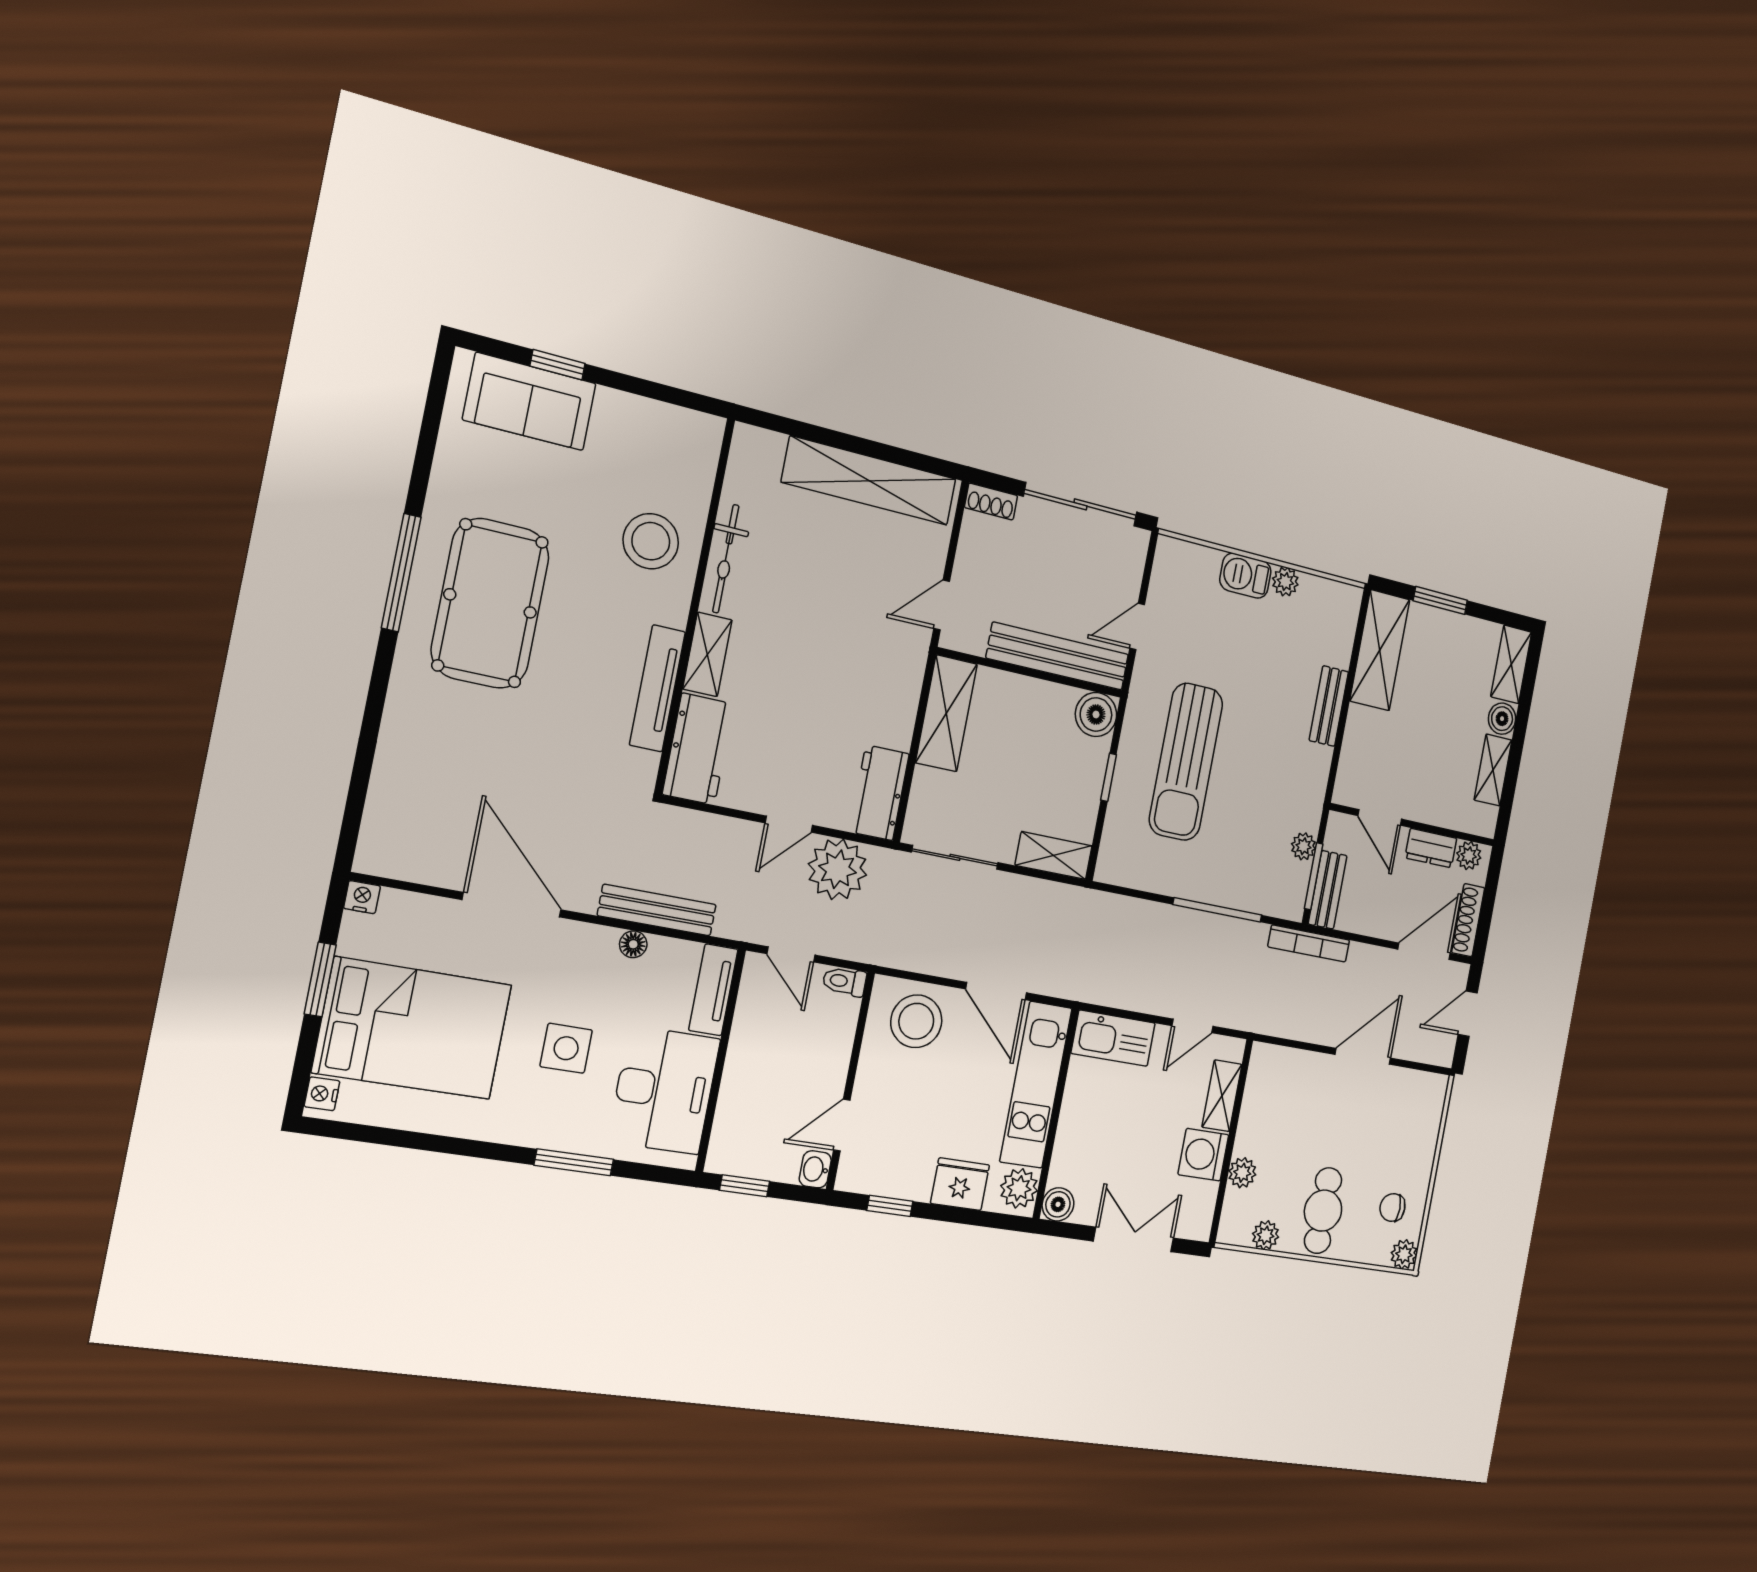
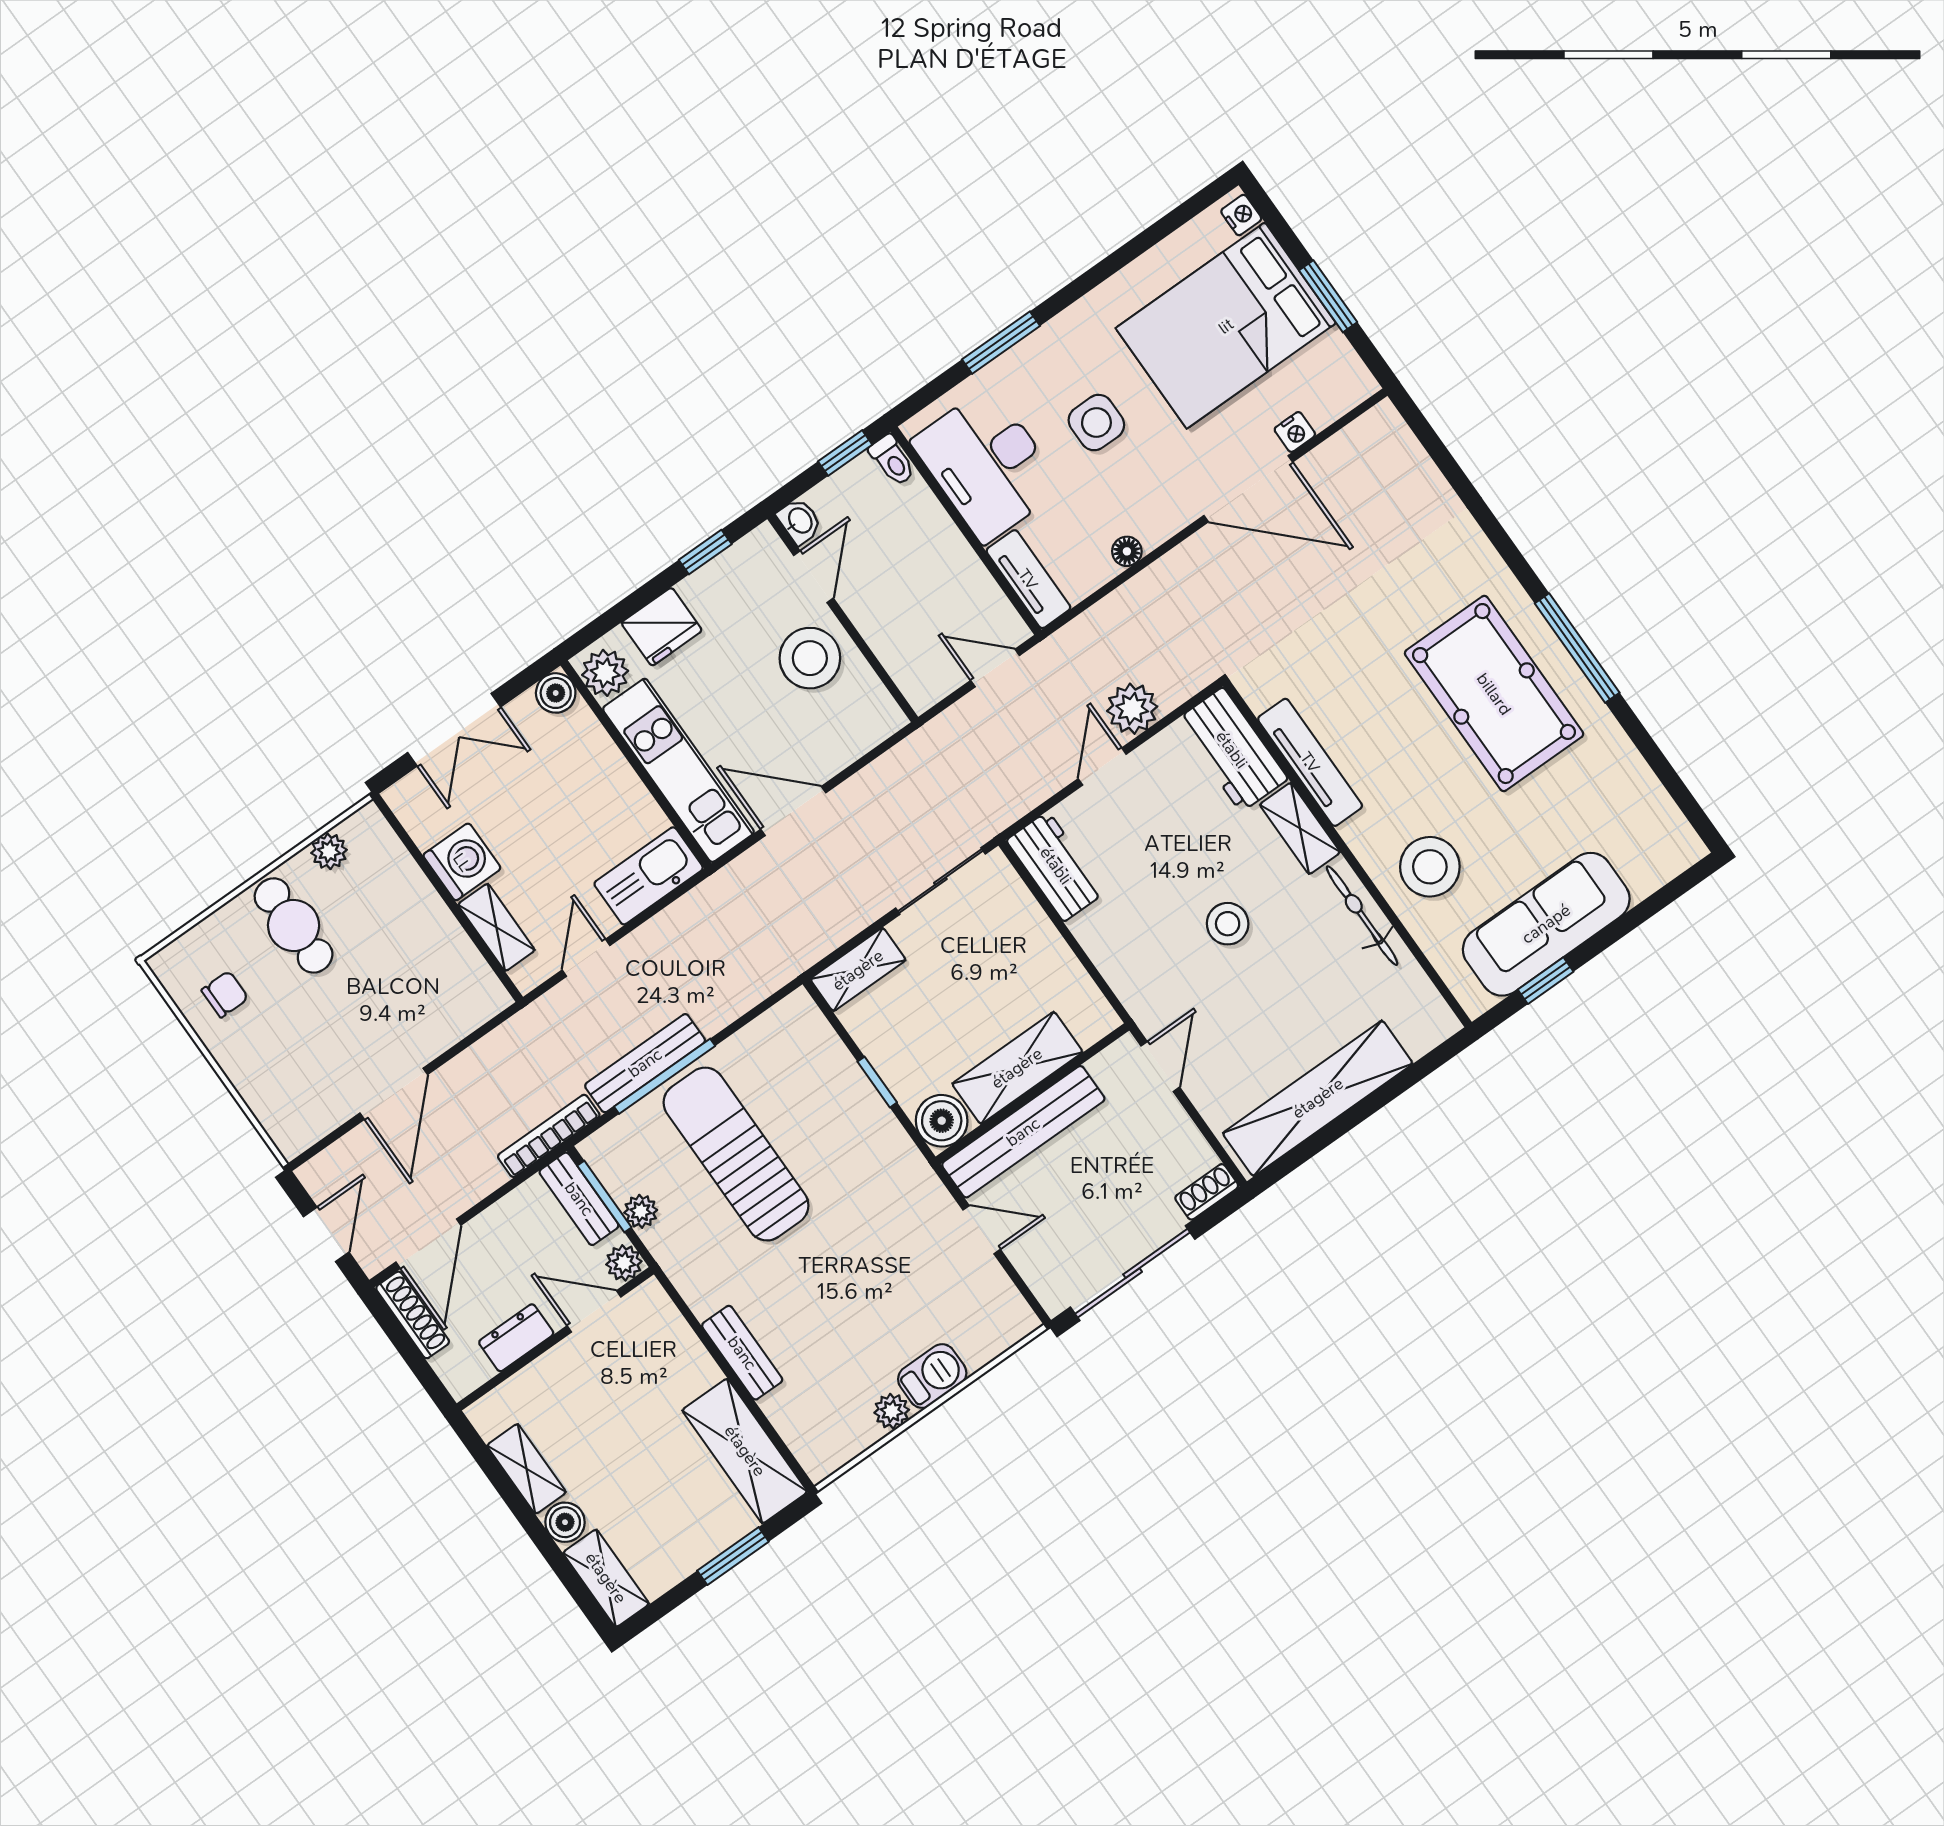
window: (558, 365) -> (1546, 981), moved
sofa: (530, 402) -> (1546, 924), moved, width x1.36
door: (1137, 627) -> (982, 1230), hinge flipped
stool: (813, 645) -> (1228, 924), added
shelving: (946, 713) -> (1017, 1068), moved, turned 90
sun lounger: (1186, 762) -> (736, 1154), moved
plant: (1469, 856) -> (624, 1263), moved
plant: (838, 869) -> (1132, 709), moved, width x0.73, depth x0.73
nightstand: (362, 897) -> (1295, 432), moved
bench: (657, 910) -> (645, 1063), moved
toilet: (844, 981) -> (892, 460), moved, turned 90
stool: (916, 1021) -> (810, 658), moved
plant: (1242, 1173) -> (408, 882), removed
plant: (1404, 1254) -> (170, 965), removed

